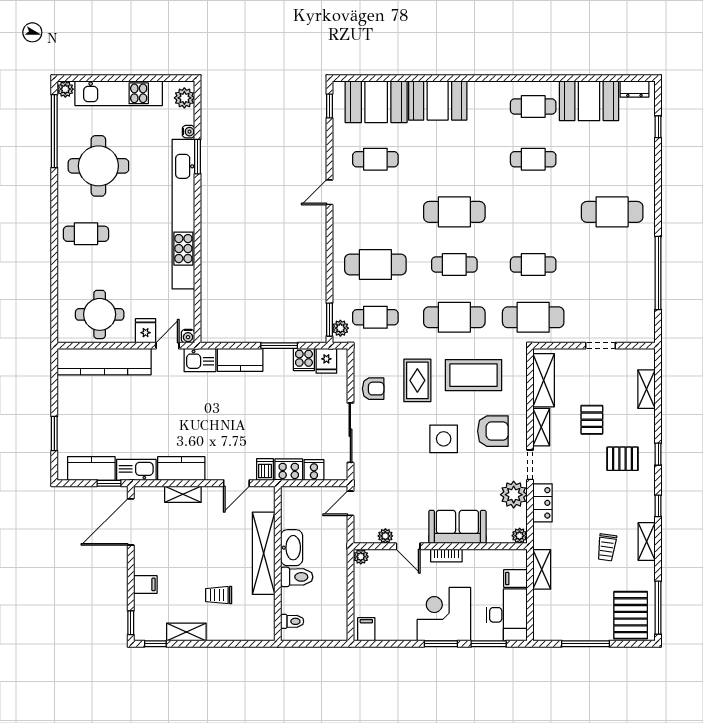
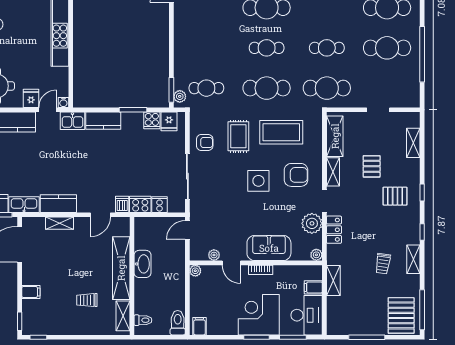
cafe table: (375, 265) -> (387, 48), moved
toilet: (297, 577) -> (178, 323), moved, turned -90
shelving: (186, 632) -> (123, 316), moved, turned 90

